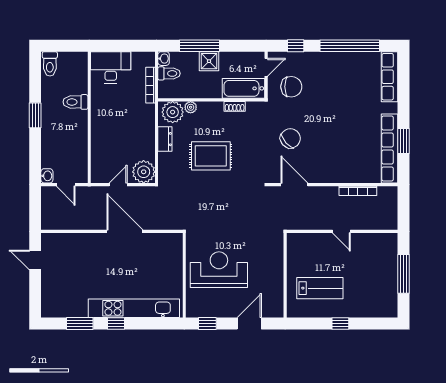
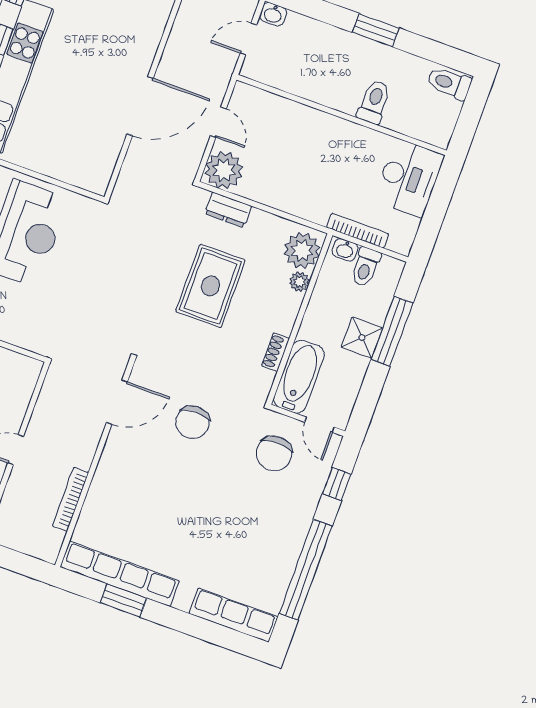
washbasin: (164, 59) -> (345, 250), moved
chair: (290, 138) -> (193, 422), turned 41
dresser: (165, 139) -> (228, 210), moved

